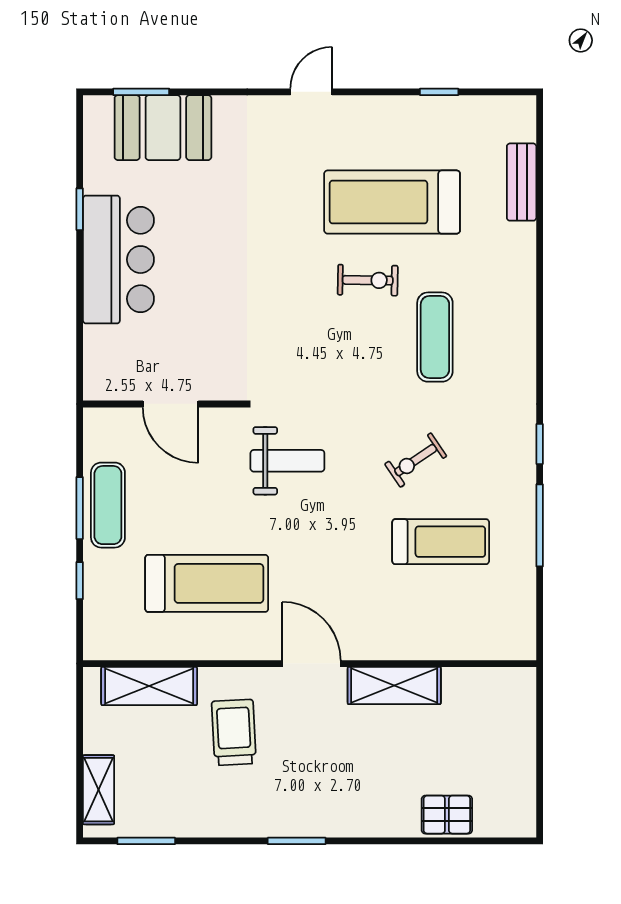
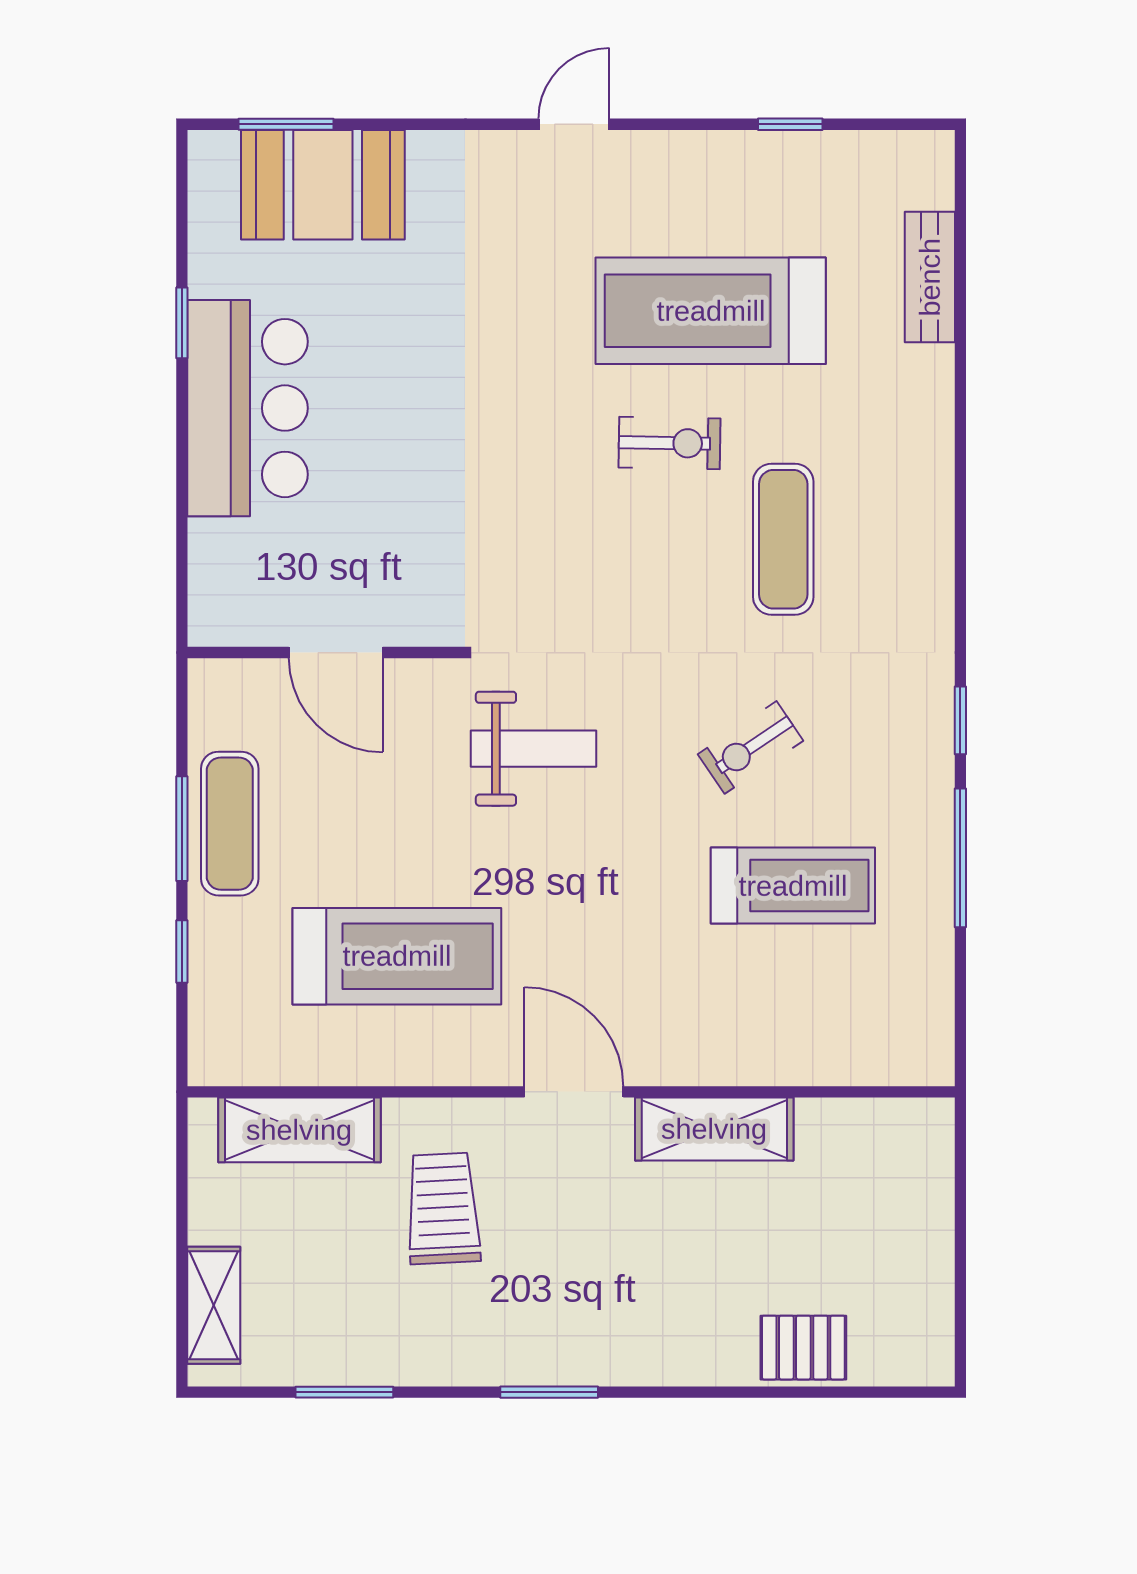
window: (146, 841) -> (344, 1392), moved

